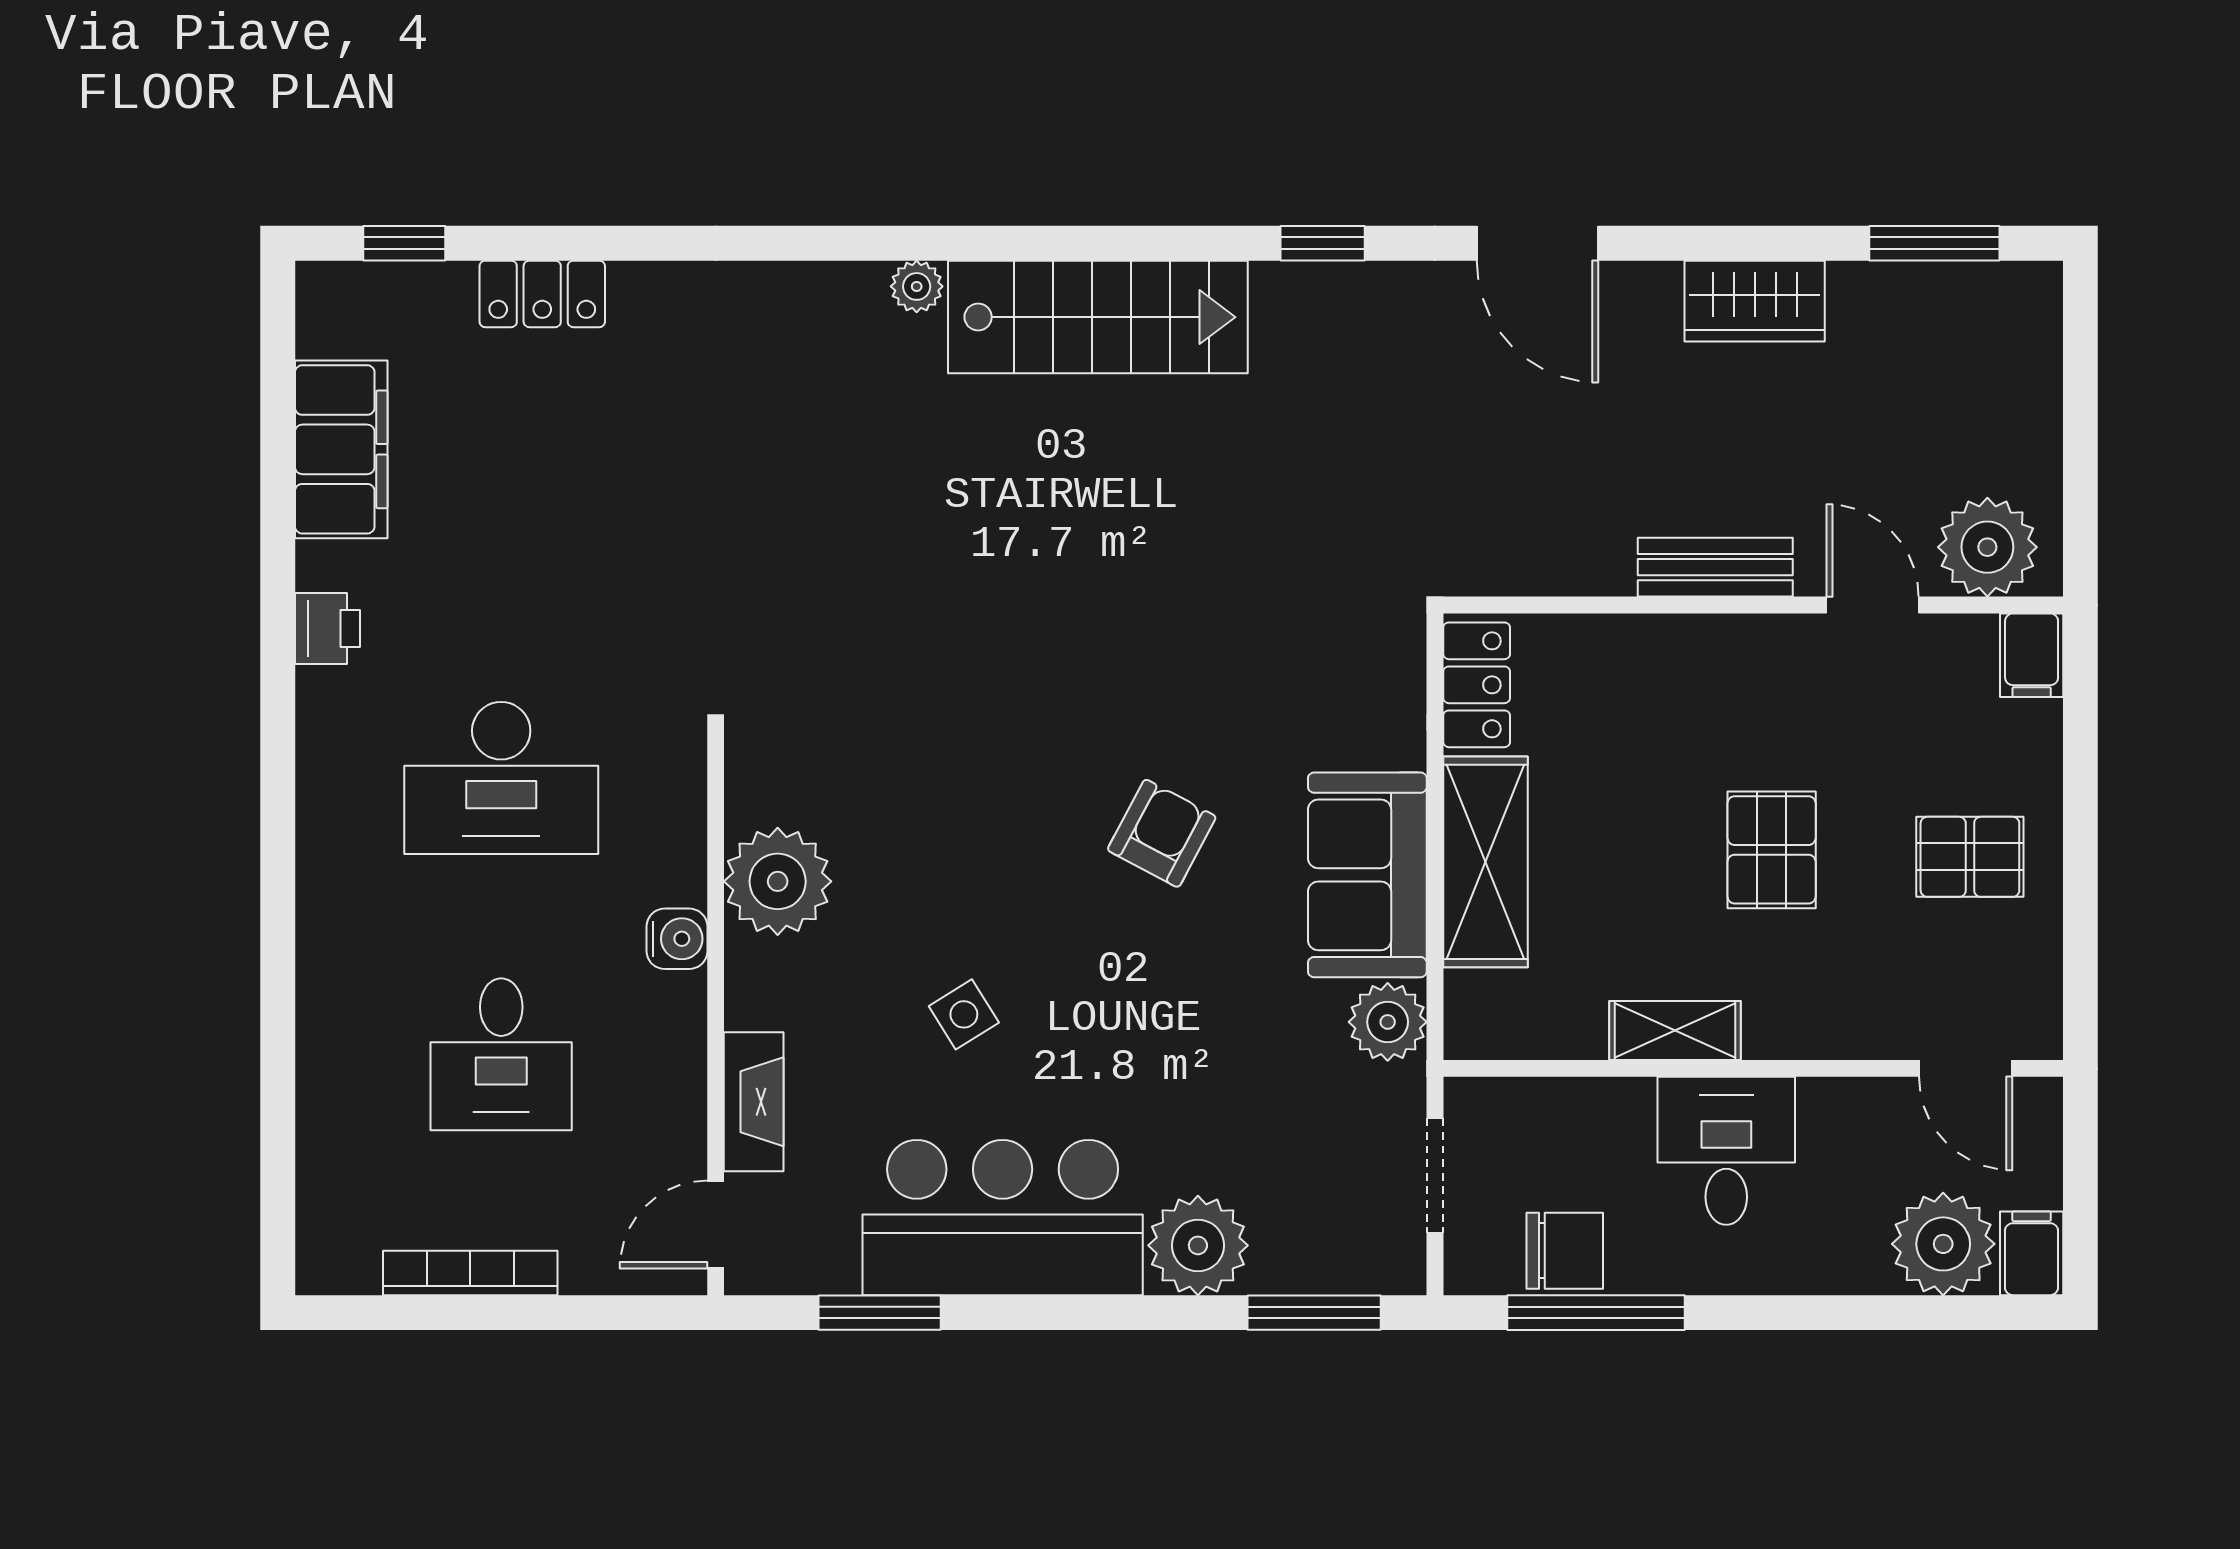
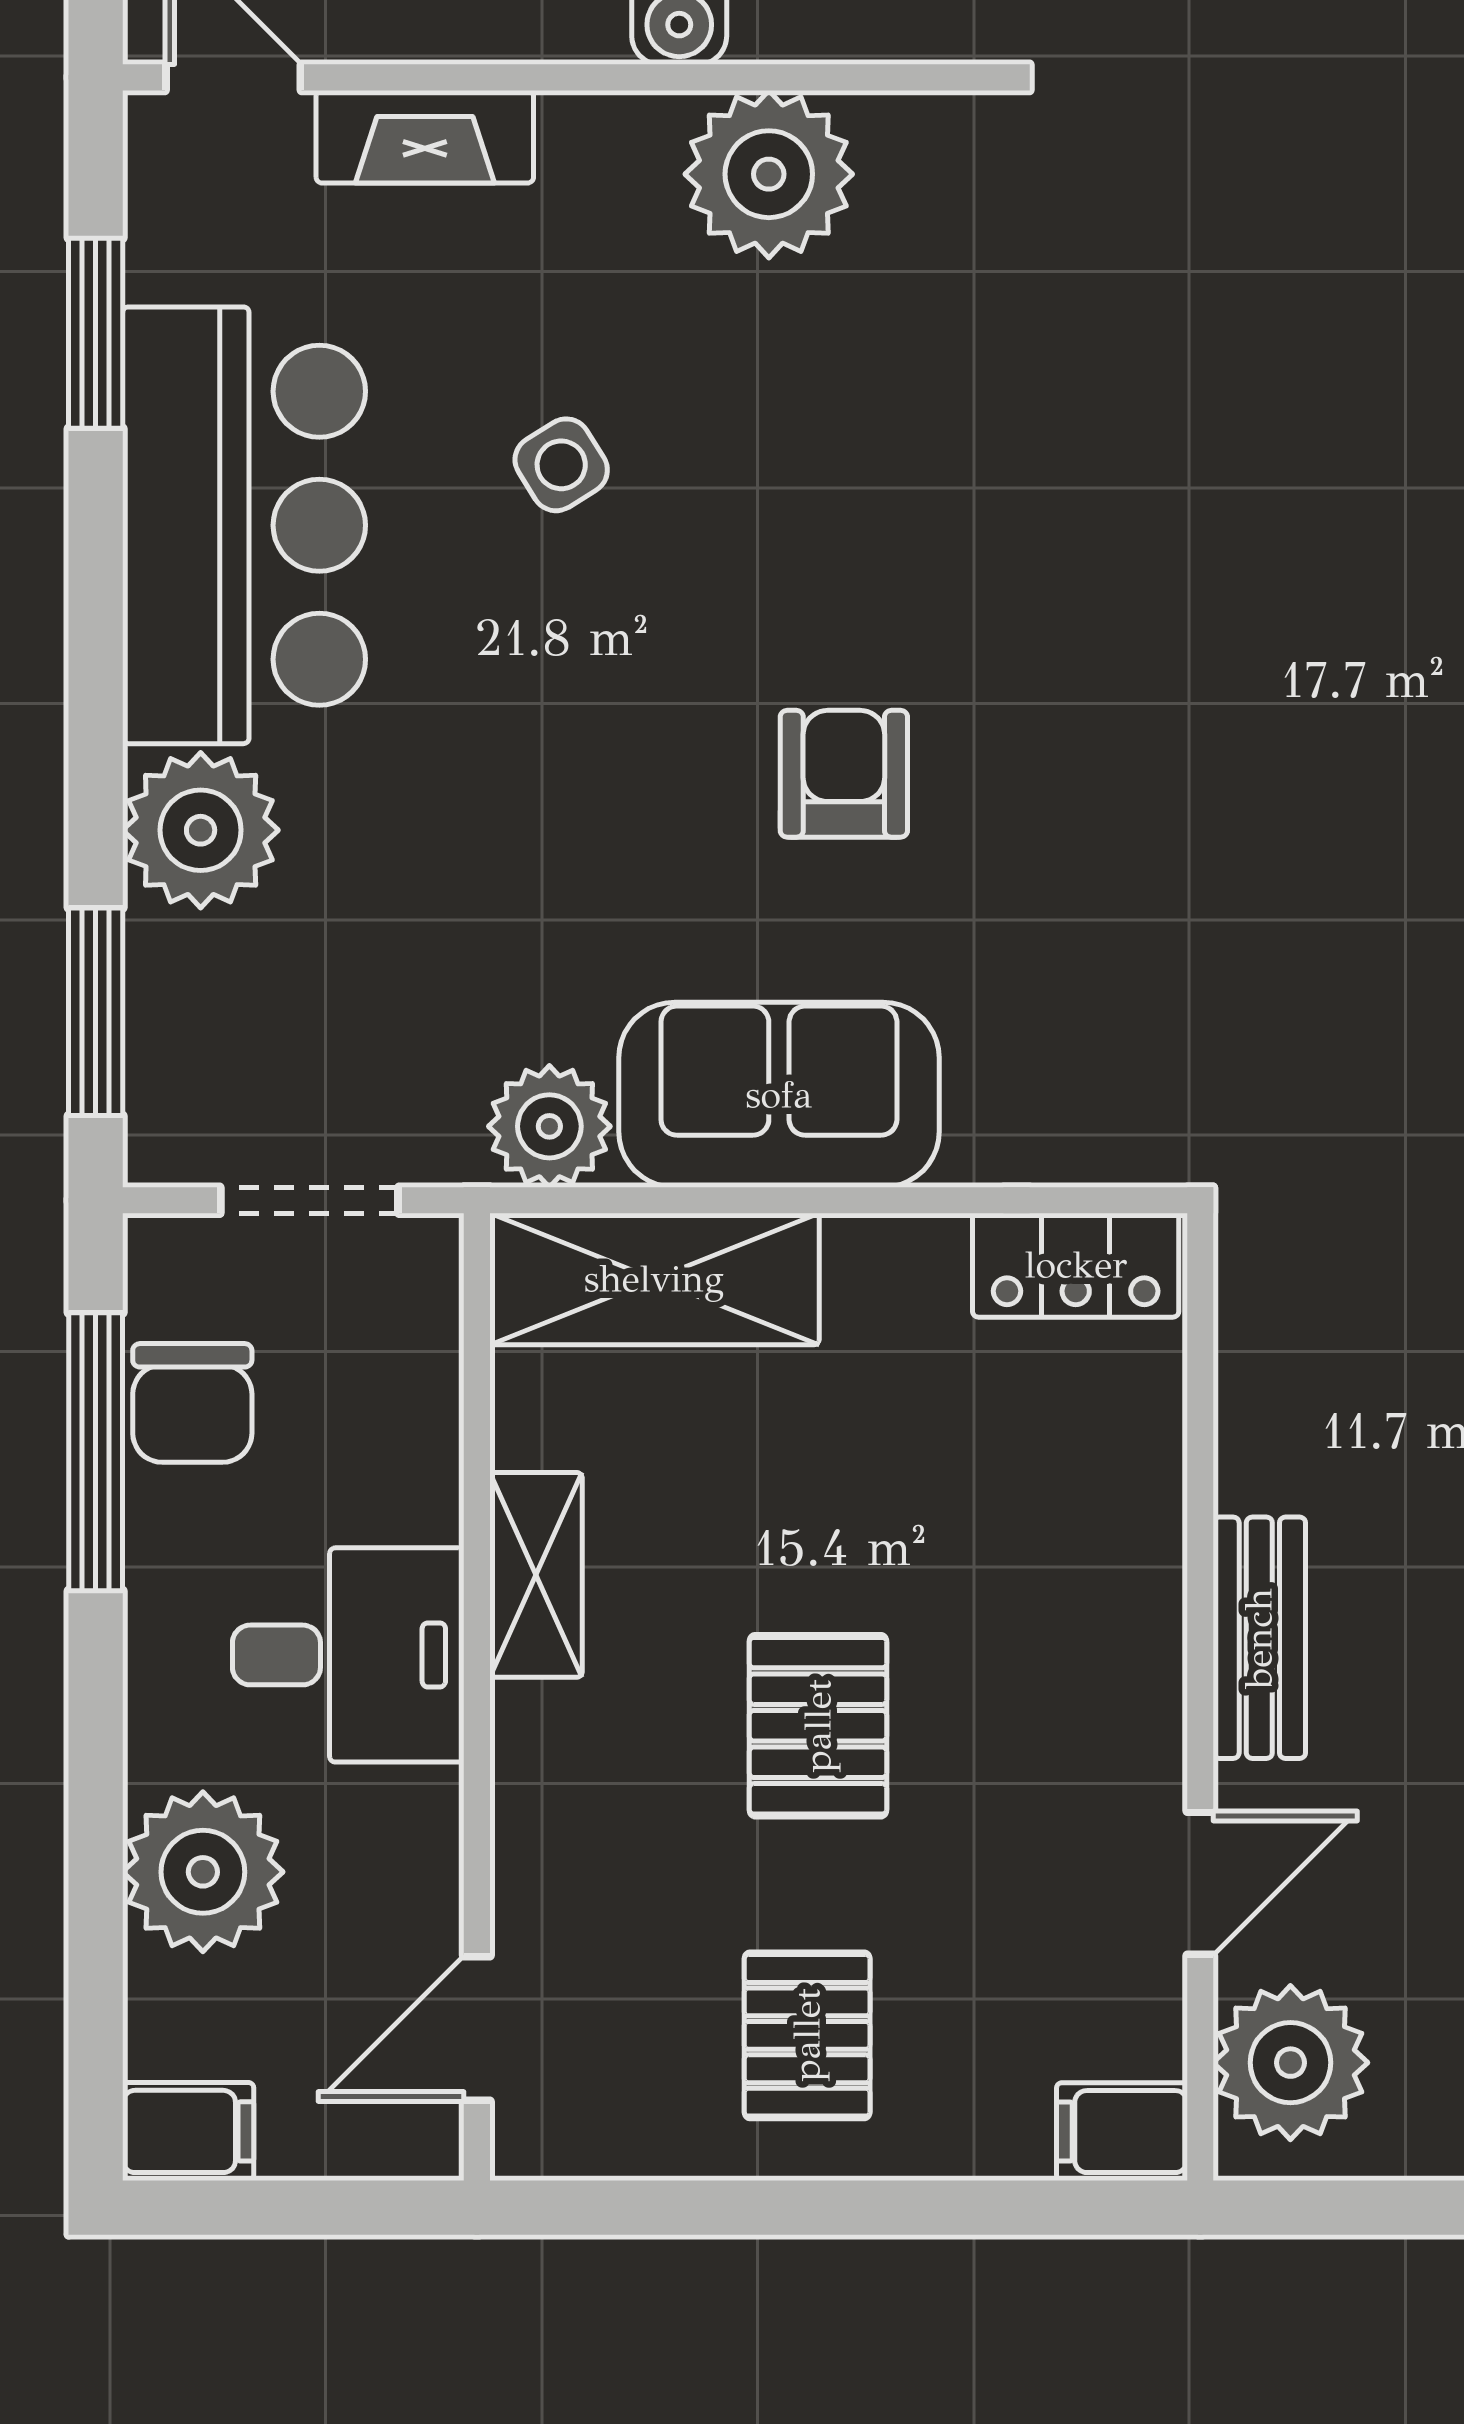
armchair: (1162, 833) -> (844, 774), turned -118
pallet: (1772, 850) -> (818, 1726), turned 90
shelving: (1485, 862) -> (654, 1279), moved
plant: (1943, 1244) -> (203, 1872), moved

